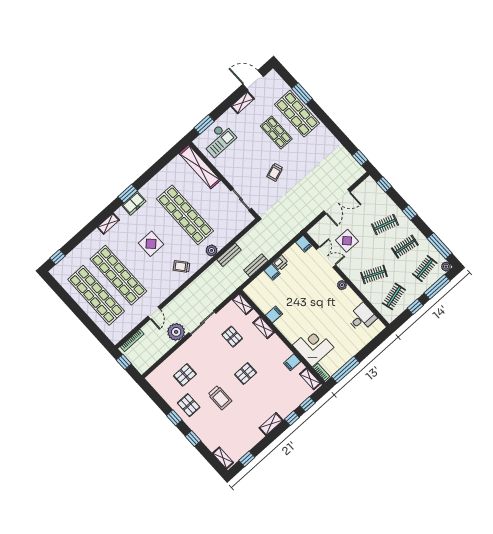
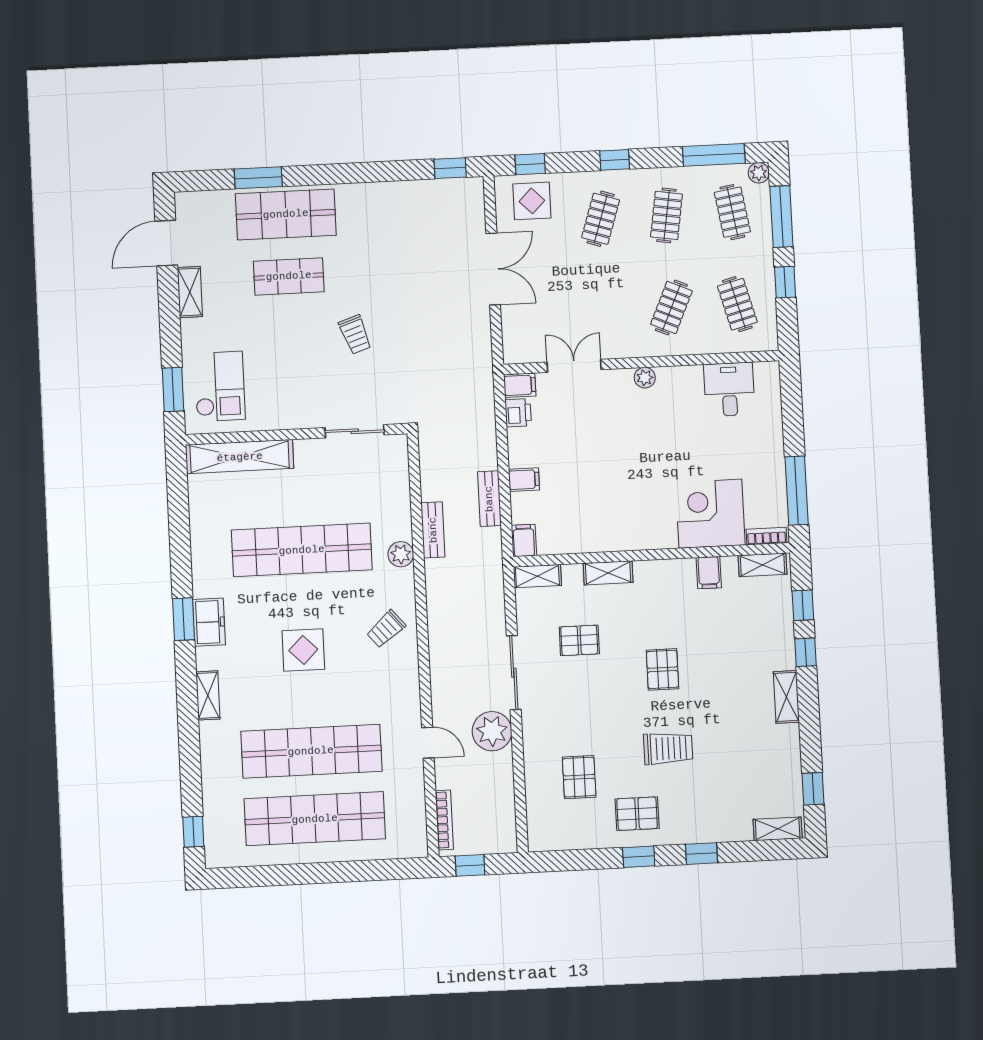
display table: (347, 241) -> (532, 201), moved
printer: (280, 263) -> (518, 413), moved
filing cabinet: (274, 315) -> (524, 540), moved

